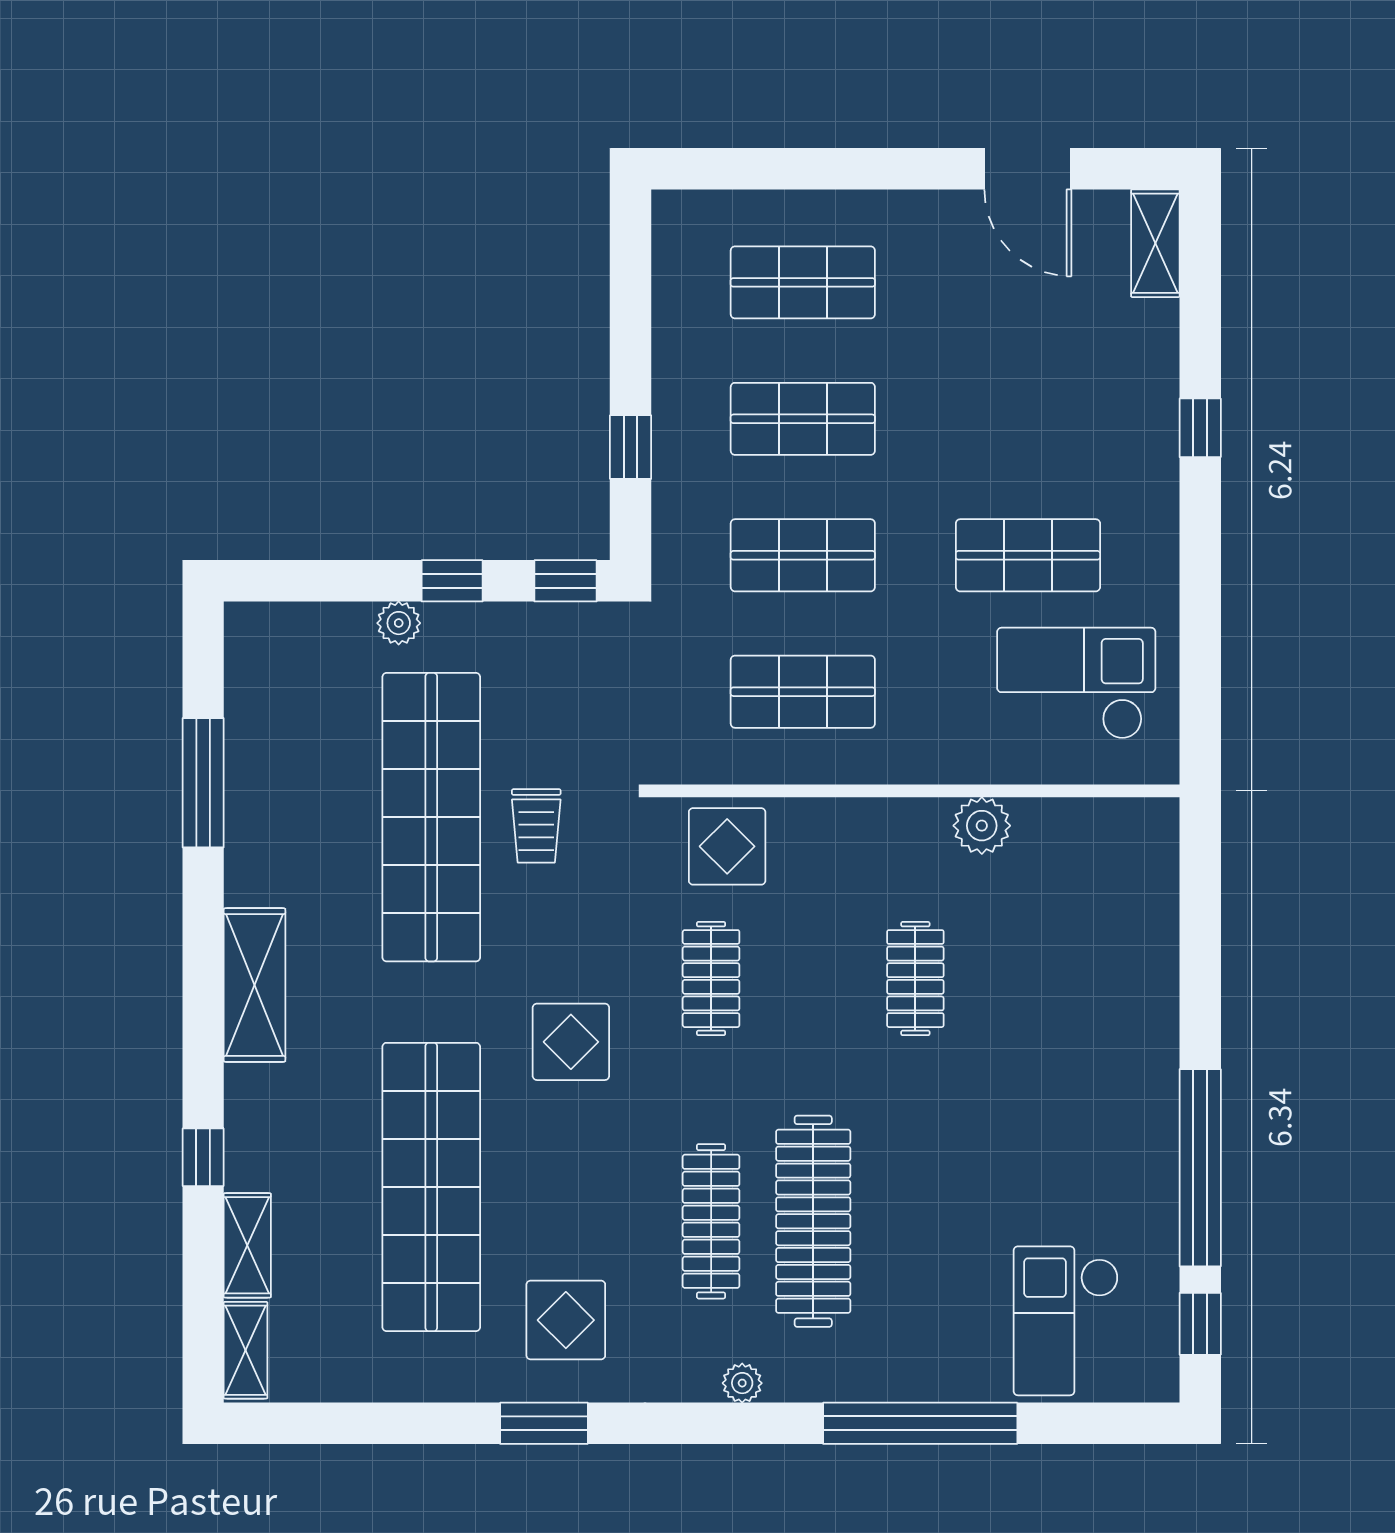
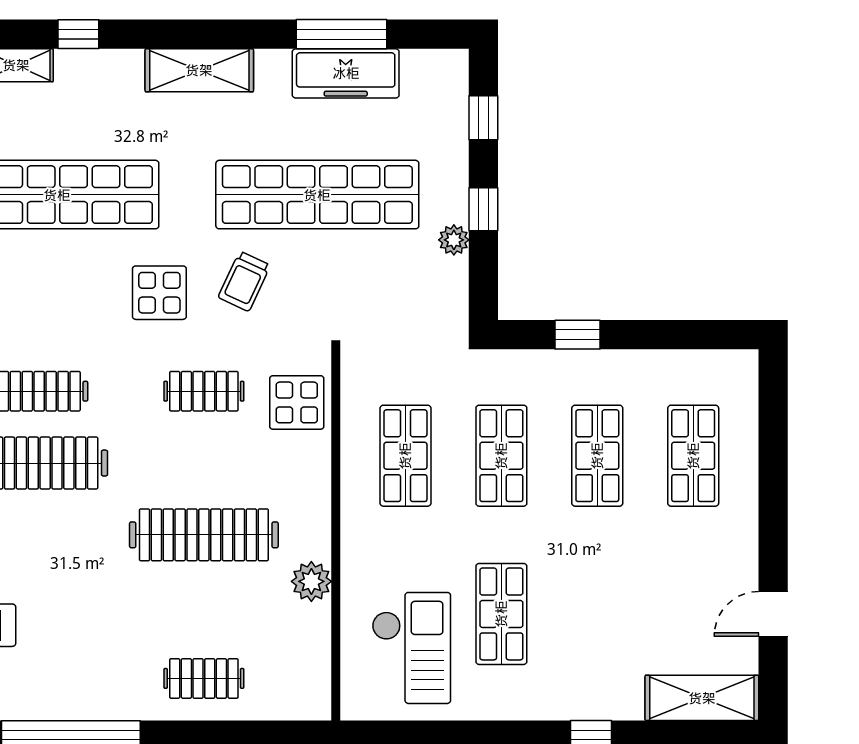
door: (1028, 169) -> (773, 614), width x0.73
shelving: (1155, 243) -> (702, 698), width x1.50, depth x1.33
window: (566, 581) -> (483, 118), moved
plant: (399, 623) -> (454, 240), moved
freezer: (259, 777) -> (346, 73), added
trolley: (536, 826) -> (244, 281), moved, turned -65
clothes rail: (915, 979) -> (204, 535), width x1.86, depth x1.31
clothes rail: (1120, 979) -> (204, 678), added

